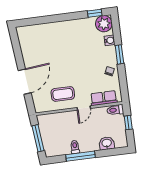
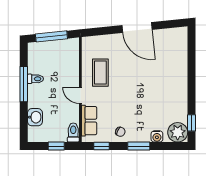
door: (25, 82) -> (137, 28), moved
window: (123, 85) -> (102, 146), added

